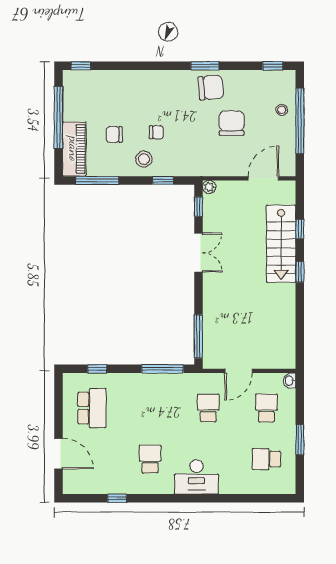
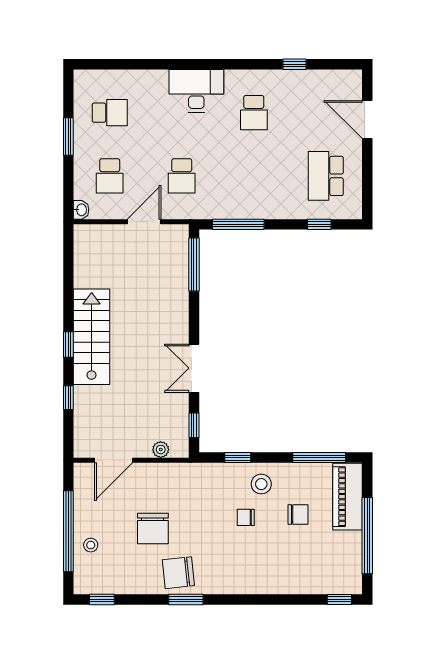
plant: (209, 187) -> (161, 450), moved
stairs: (281, 244) -> (92, 337), moved

